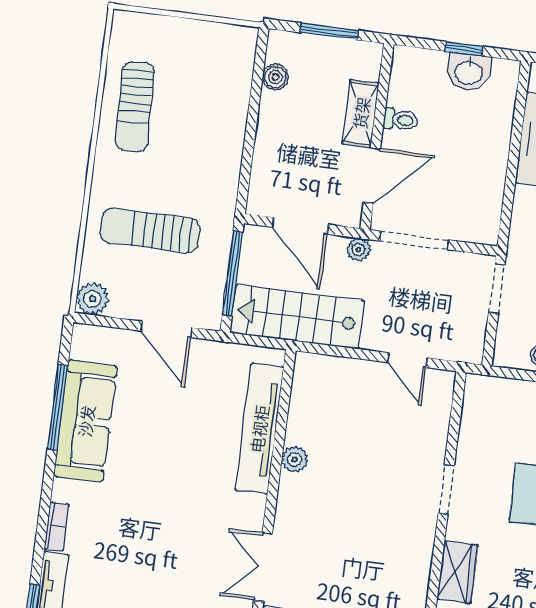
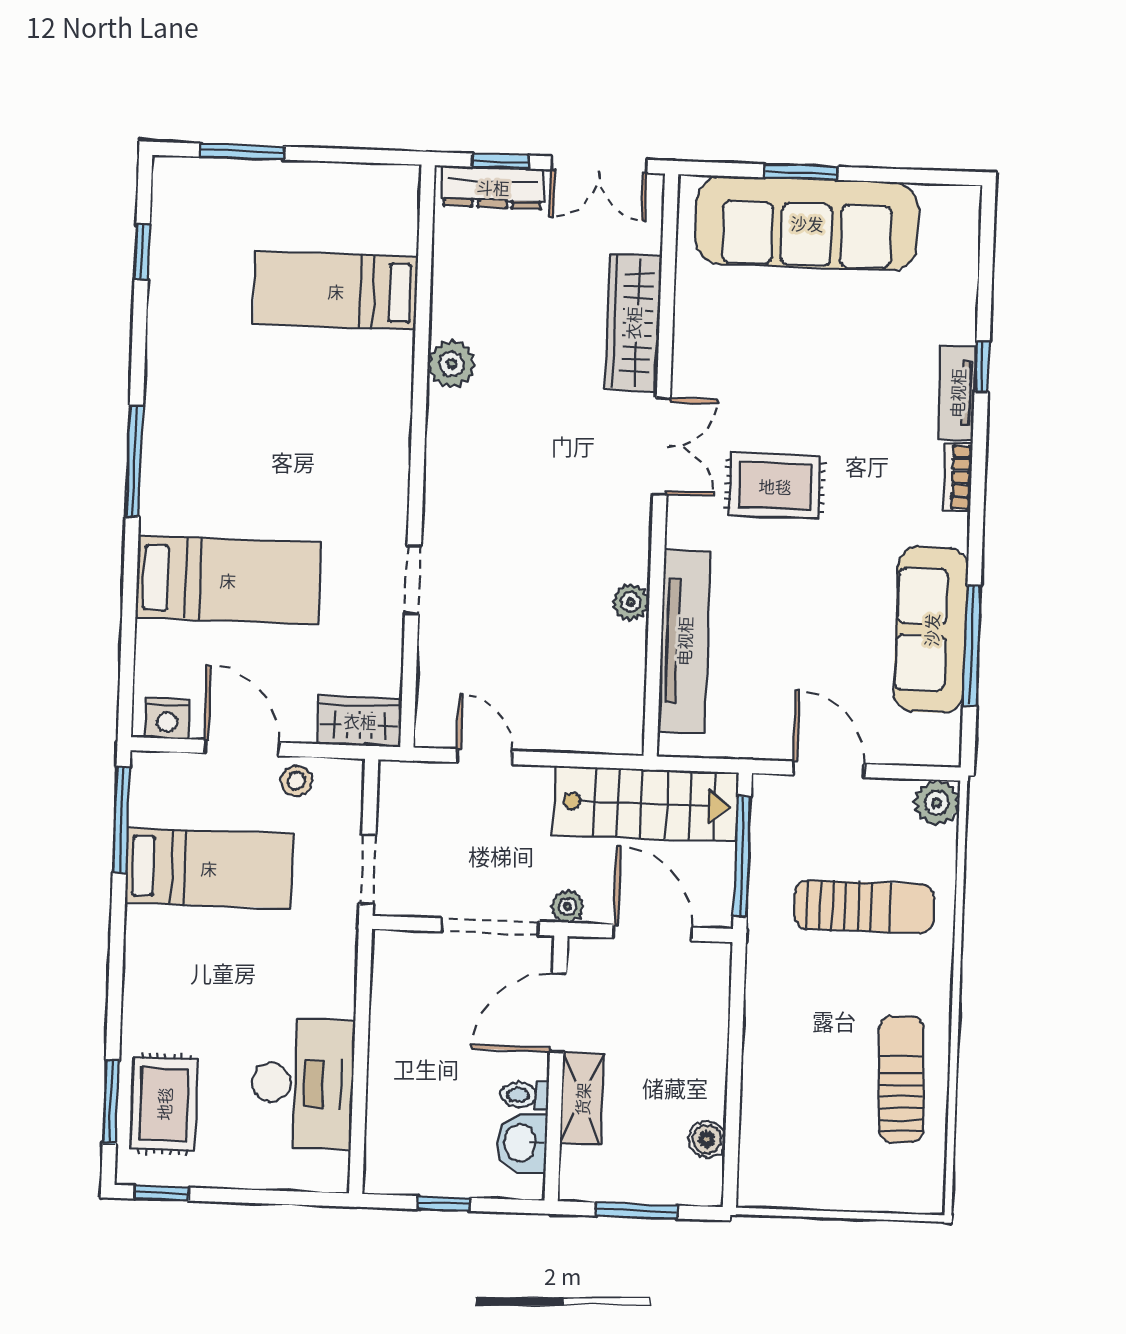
washbasin: (469, 72) -> (522, 1143), moved, turned -90
rug: (186, 532) -> (775, 486), added
wardrobe: (457, 572) -> (360, 721), moved, turned 90

